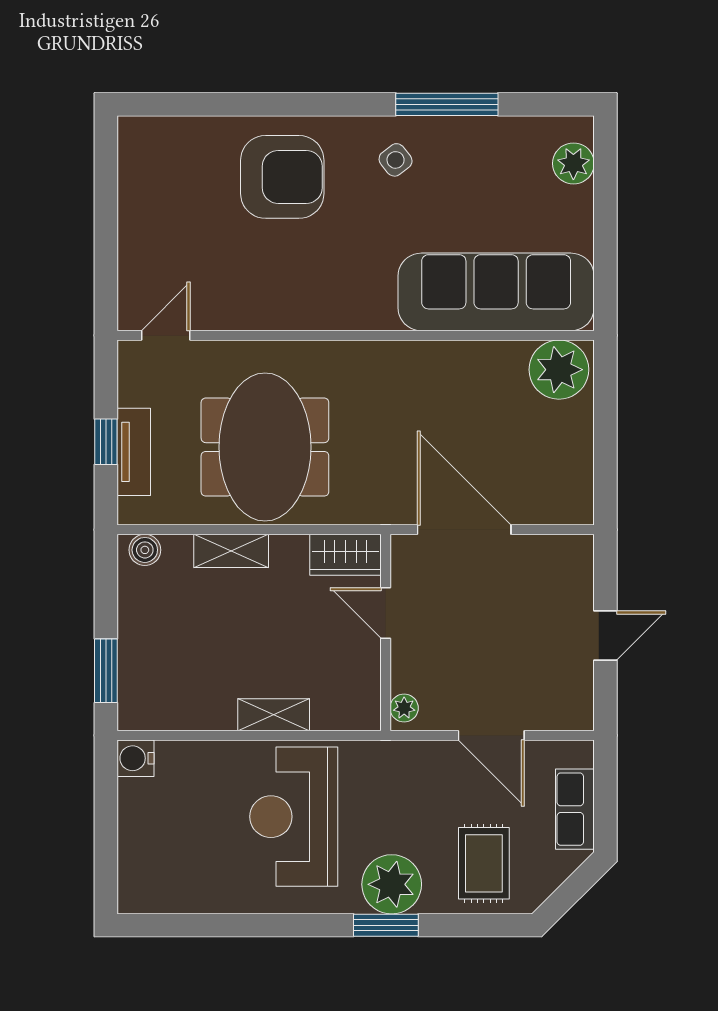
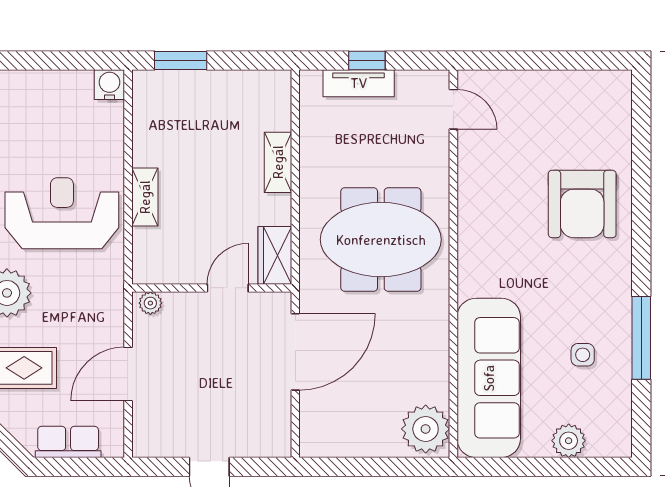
side table: (396, 160) -> (583, 355), moved, turned 38
plant: (573, 163) -> (569, 441), moved
meeting table: (265, 447) -> (381, 240), moved
boiler: (145, 550) -> (279, 92), removed

